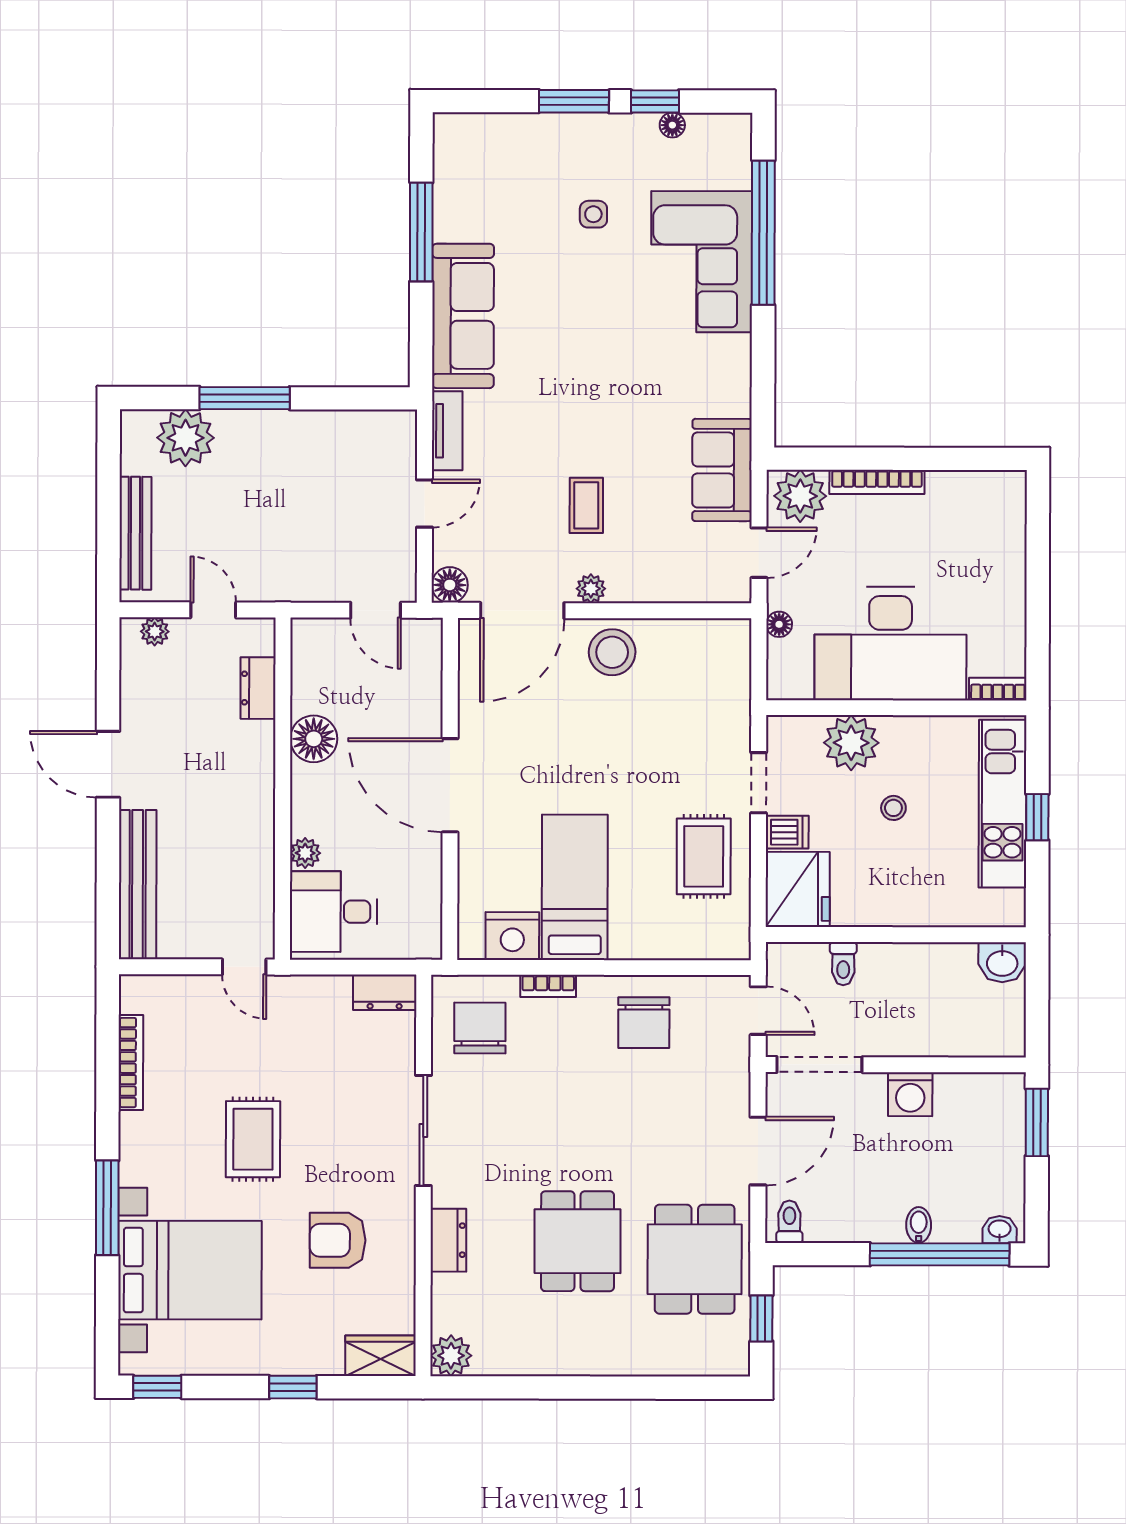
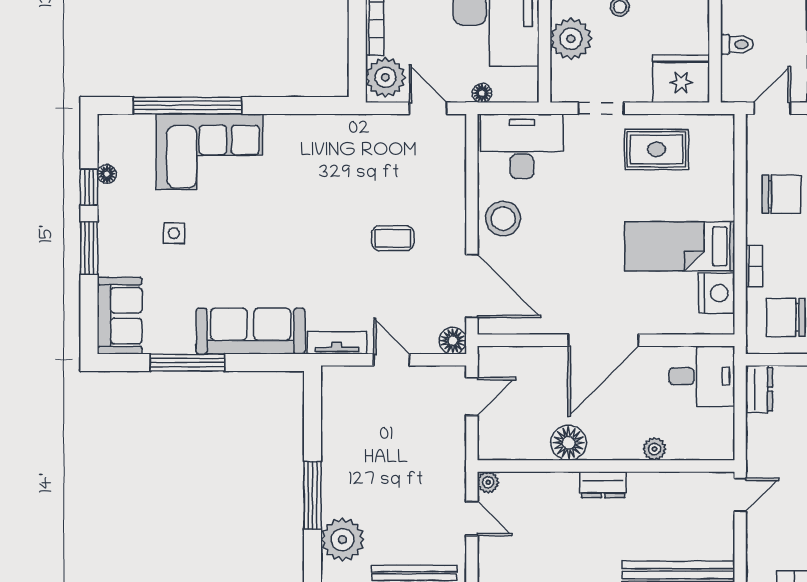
sofa: (722, 470) -> (120, 316), moved, turned -90
plant: (591, 589) -> (455, 235), removed
door: (213, 610) -> (472, 518), swing flipped
plant: (155, 632) -> (488, 482), moved
desk: (708, 677) -> (522, 146), added
dresser: (258, 688) -> (603, 485), moved
dishwasher: (787, 832) -> (638, 87), removed
desk: (334, 912) -> (702, 376), moved, turned -90

